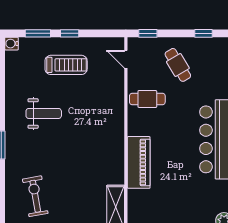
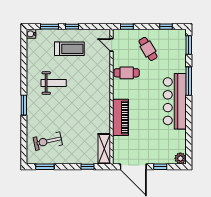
exercise bike: (35, 196) -> (48, 141), turned -92

